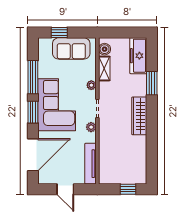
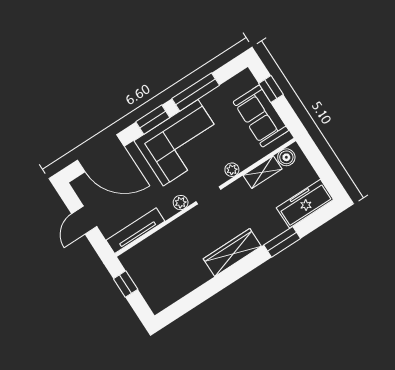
window: (128, 189) -> (126, 284), moved

